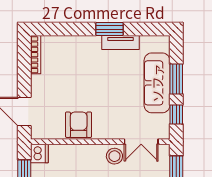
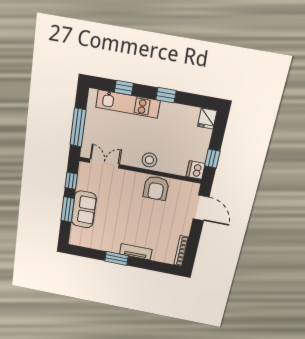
tv unit: (121, 43) -> (136, 252), moved
sofa: (157, 83) -> (84, 209), width x0.73
stool: (114, 156) -> (149, 160), moved

